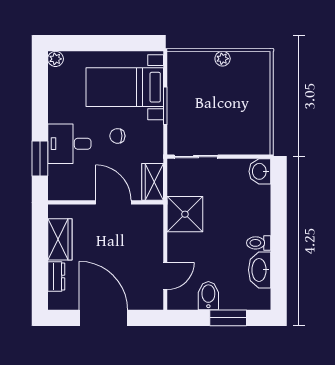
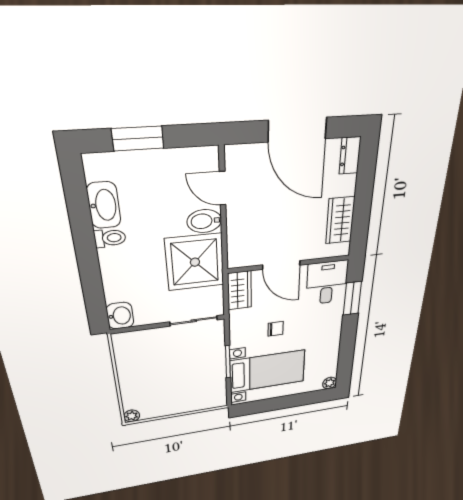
plant: (223, 59) -> (132, 416), moved
desk: (69, 144) -> (327, 283), moved, turned -90
shower: (185, 214) -> (195, 262), width x1.37, depth x1.37
door: (165, 276) -> (223, 188), hinge flipped
dresser: (56, 277) -> (350, 156), moved
bidet: (208, 296) -> (204, 221), moved, turned 90

